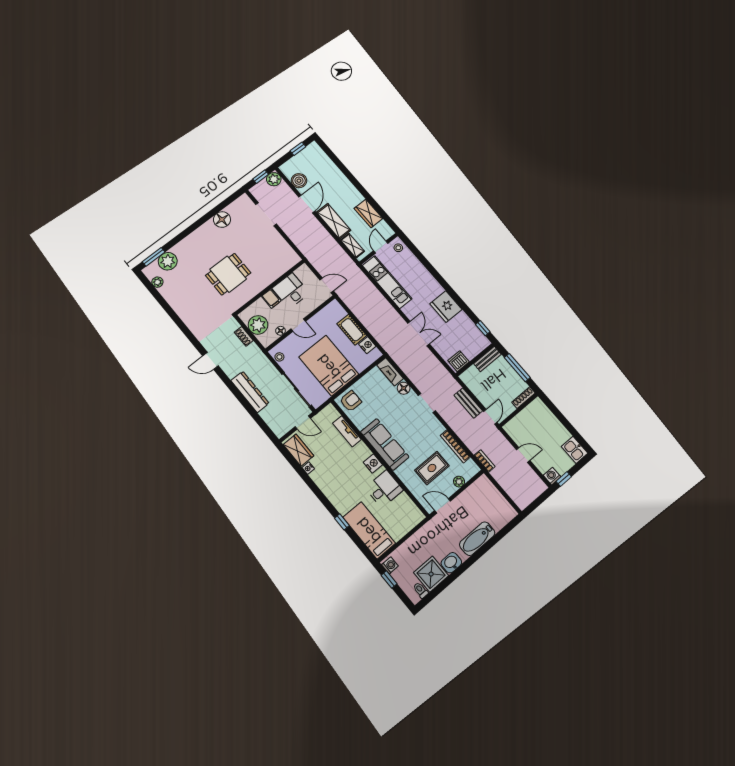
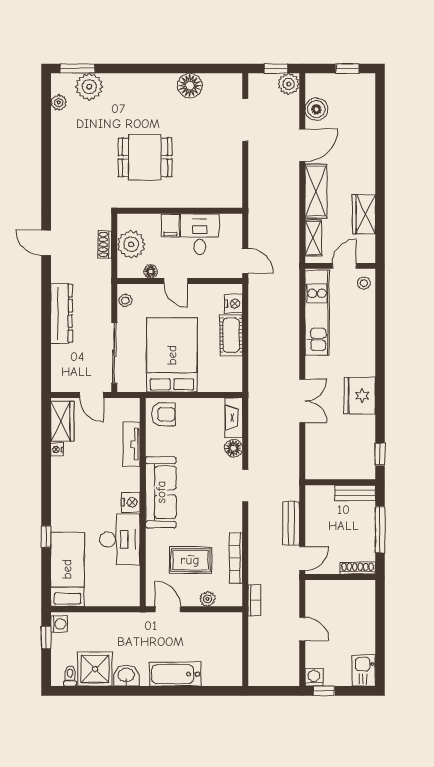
nightstand: (367, 345) -> (234, 304), moved
dishwasher: (459, 361) -> (320, 469), removed
desk: (384, 489) -> (120, 539), width x1.37

